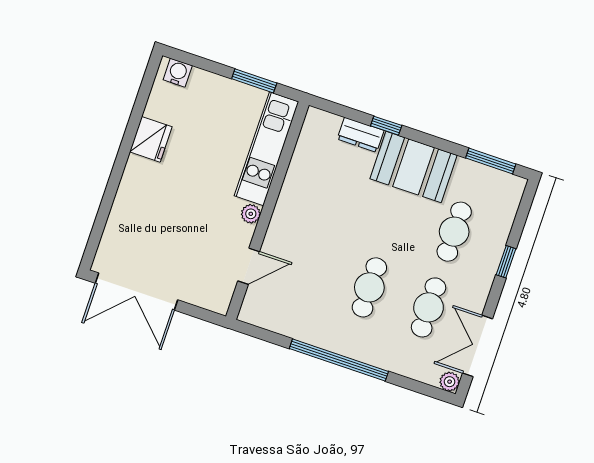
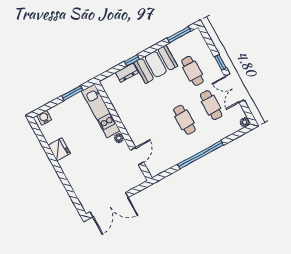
double door: (478, 346) -> (234, 88), moved

